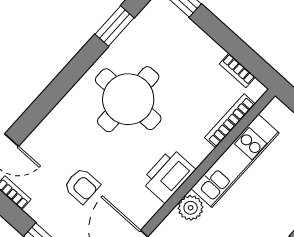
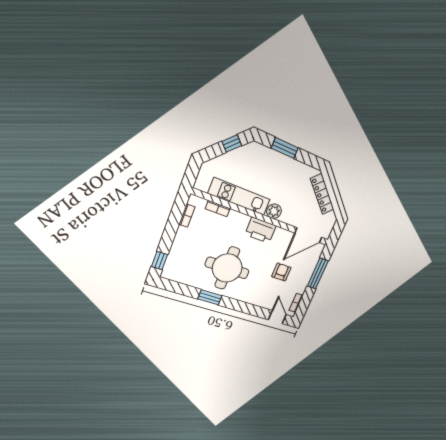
window: (115, 26) -> (210, 297), moved
bookcase: (230, 121) -> (218, 208), width x0.64

